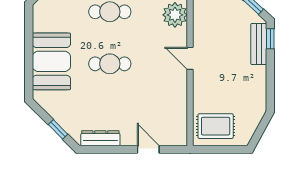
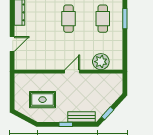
window: (270, 39) -> (66, 124), moved
rug: (216, 126) -> (43, 100), moved, turned 90

